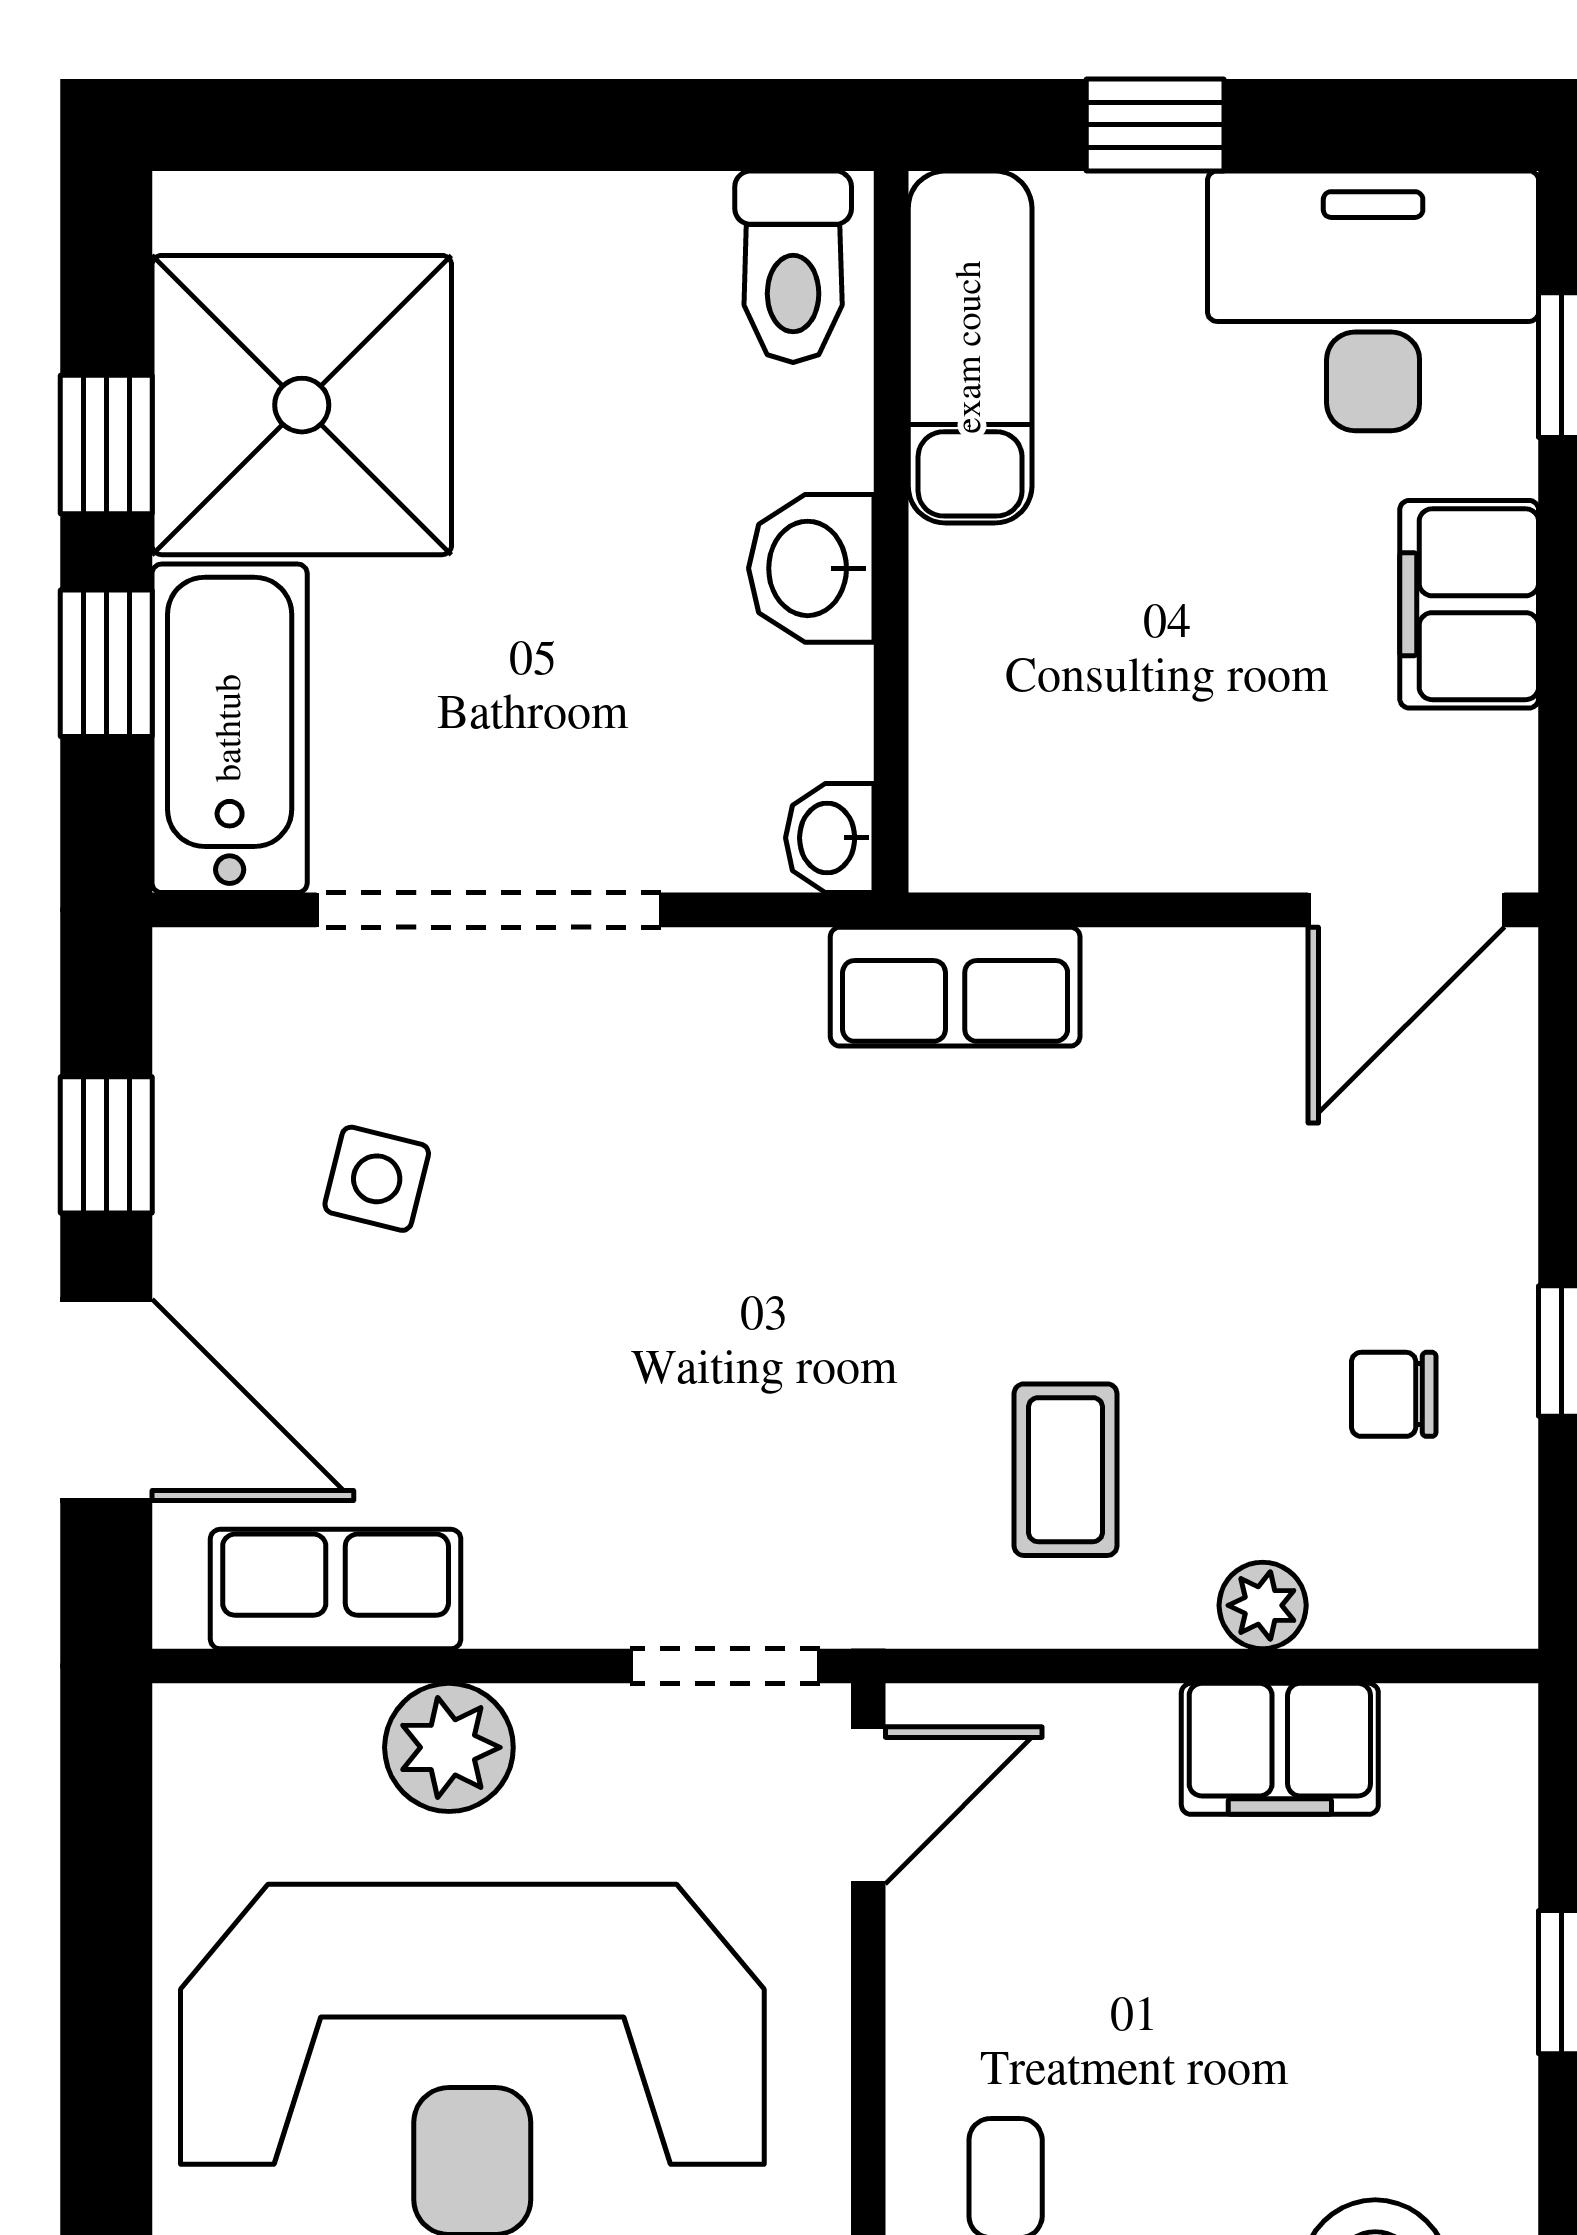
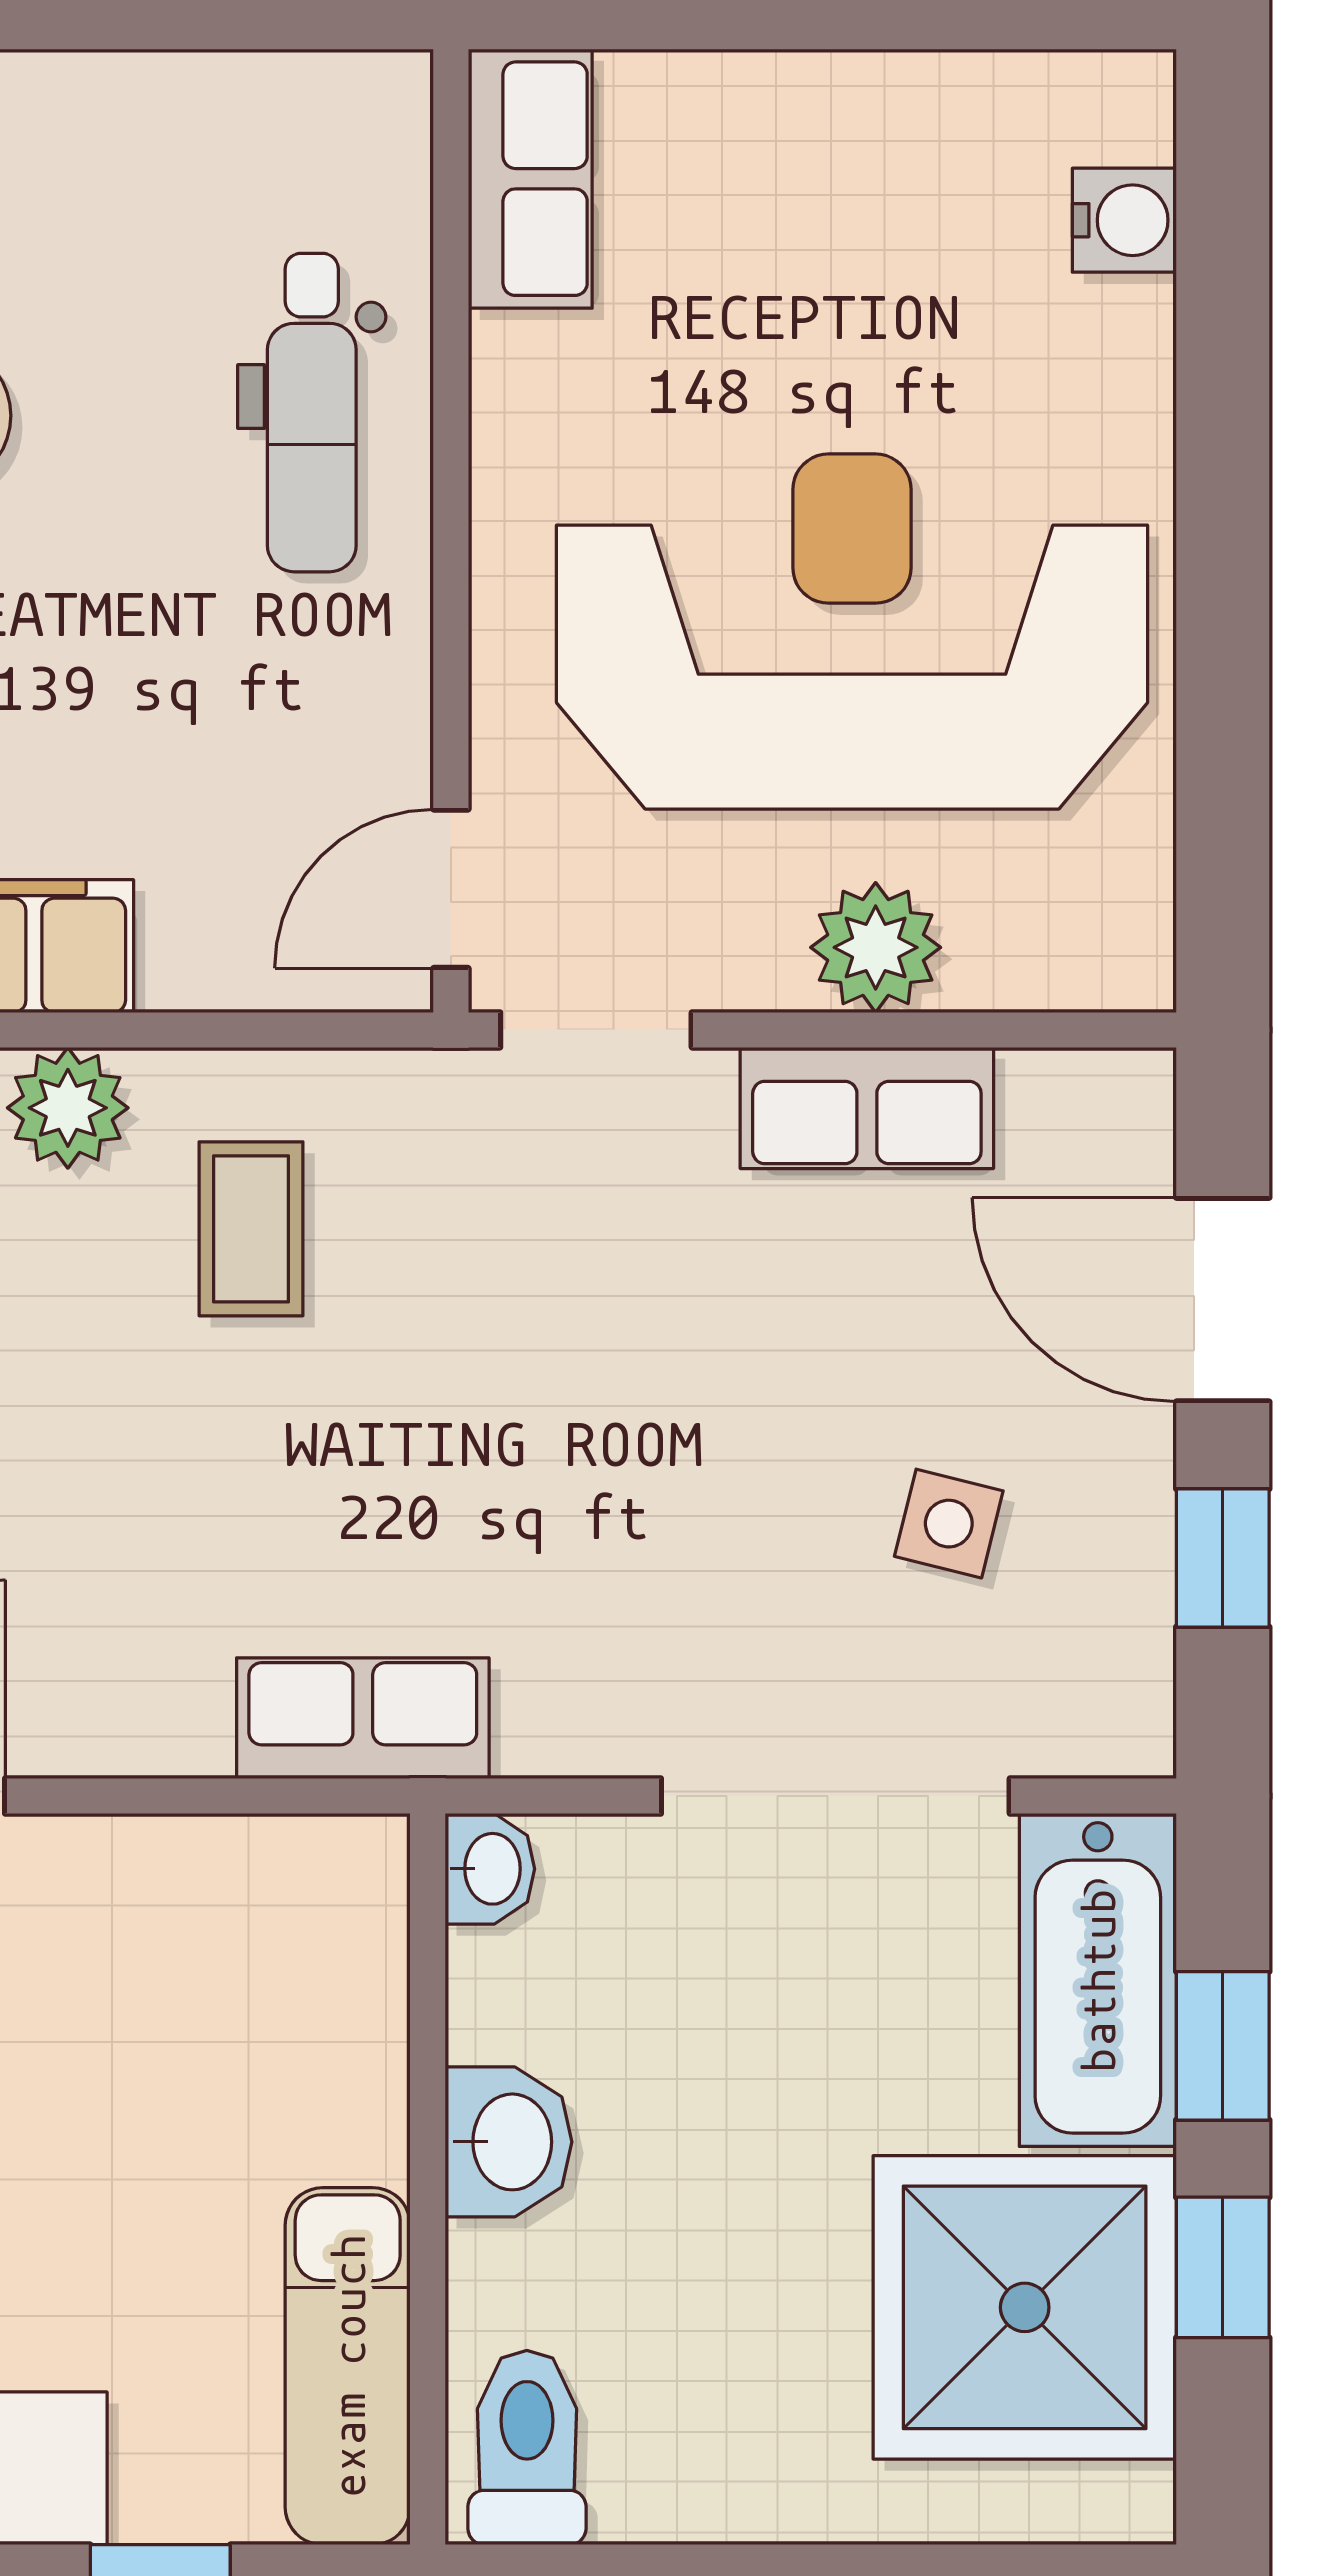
row of seats: (336, 1589) -> (867, 1108), moved
plant: (1263, 1605) -> (68, 1108), width x1.38, depth x1.38

